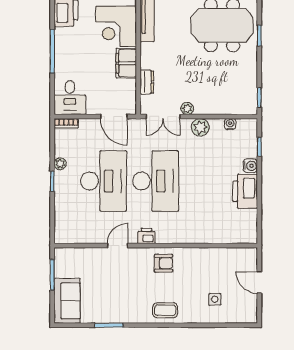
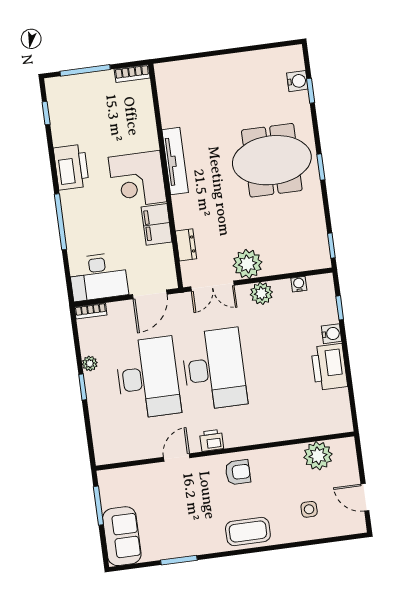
desk: (70, 98) -> (98, 277), width x1.37
plant: (187, 108) -> (247, 264), width x1.87, depth x1.87
door: (114, 117) -> (150, 294), hinge flipped
plant: (227, 259) -> (318, 456), added
door: (259, 283) -> (365, 497), moved
coffee table: (165, 310) -> (248, 532), width x1.36, depth x1.30

